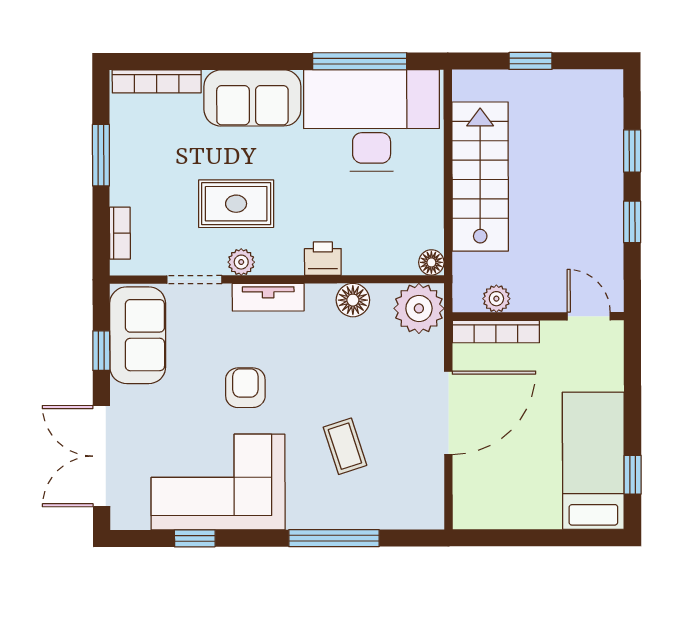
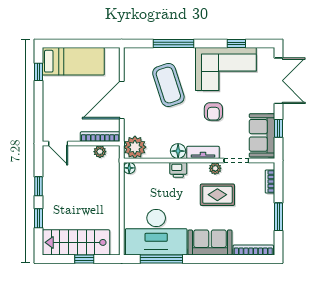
stairs: (480, 177) -> (76, 242), moved, turned 90
floor lamp: (353, 300) -> (178, 151), moved
coffee table: (345, 446) -> (168, 85), width x1.86, depth x1.72
bed: (593, 461) -> (73, 61), moved, turned -90

